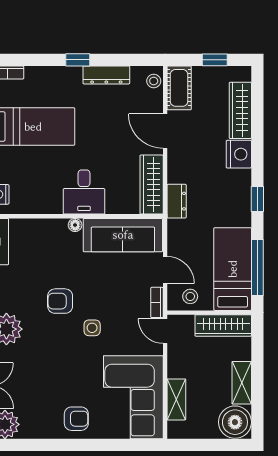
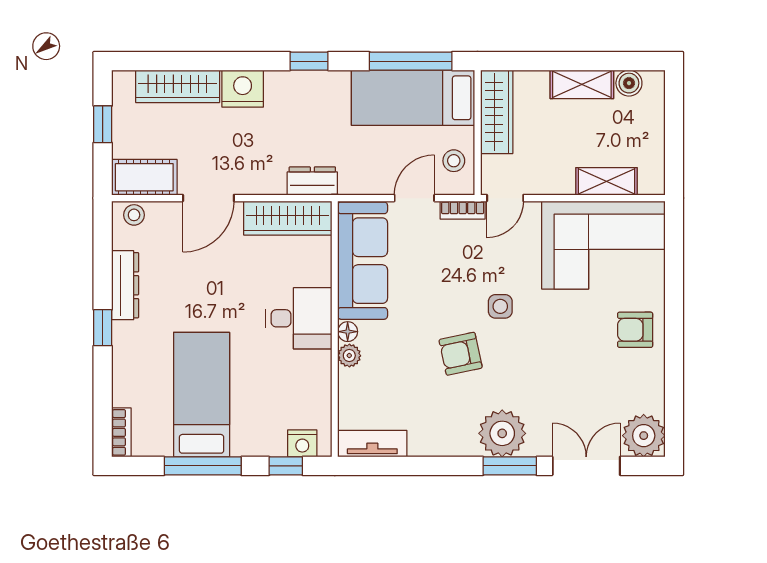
plant: (59, 226) -> (349, 356), added
armchair: (60, 301) -> (461, 354), turned 78
armchair: (76, 419) -> (635, 330), turned -90
boiler: (235, 422) -> (629, 83), width x0.54, depth x0.54

